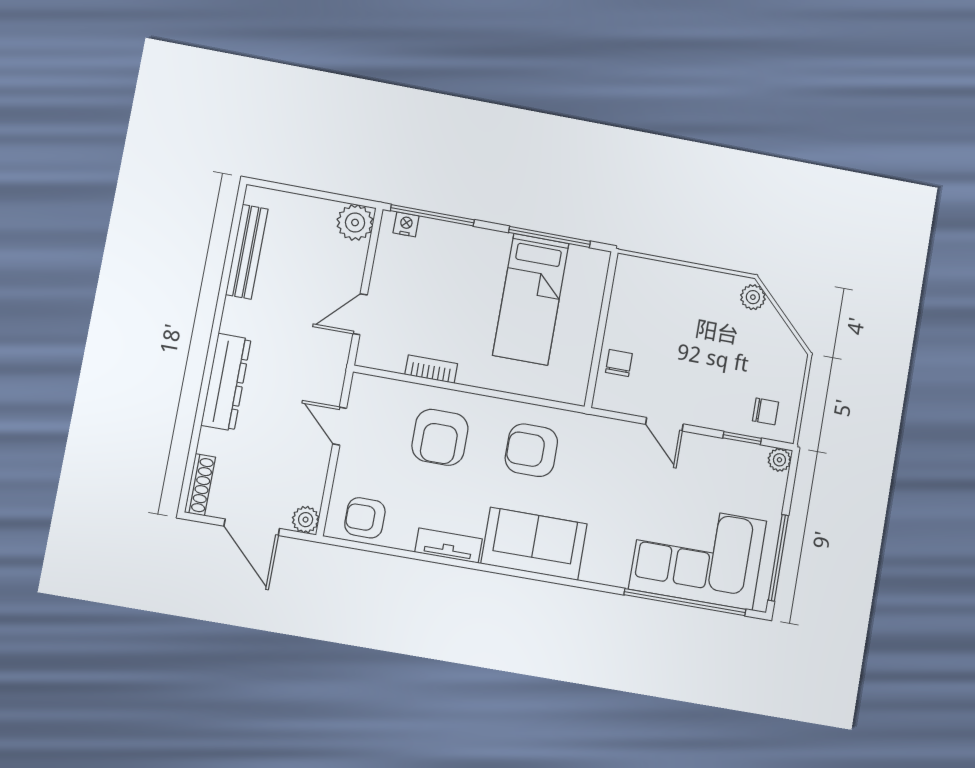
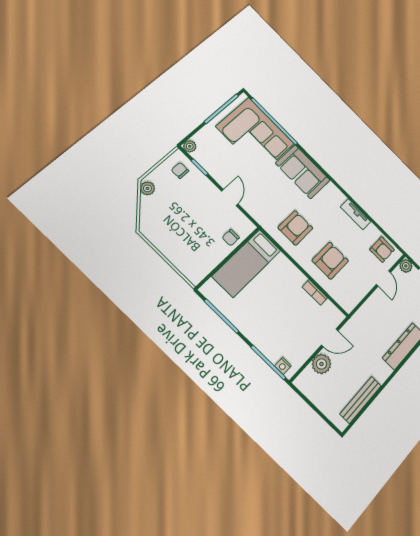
plant: (355, 223) -> (321, 364), moved
plant: (753, 297) -> (147, 188), moved
bed: (531, 299) -> (247, 263), moved, turned 180
door: (340, 426) -> (383, 279), moved
armchair: (531, 450) -> (295, 228), turned -90
sofa: (534, 544) -> (303, 172), moved

